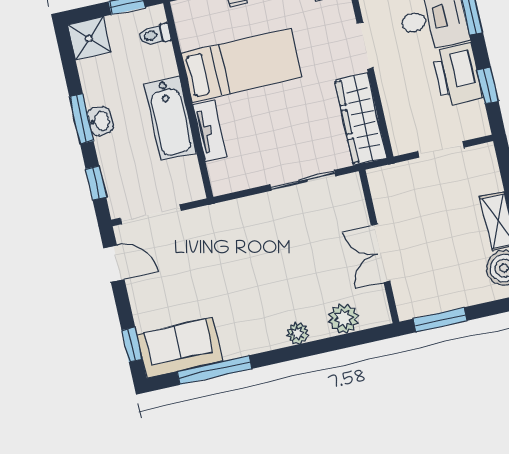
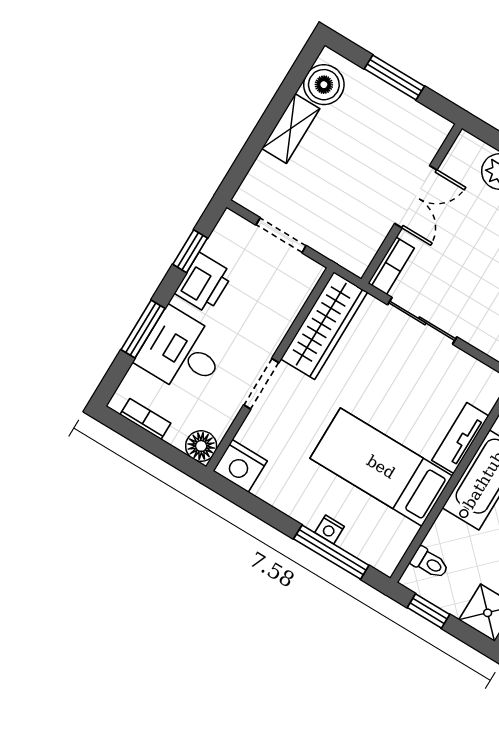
printer: (457, 75) -> (204, 283), width x0.73, depth x0.84
bookcase: (355, 196) -> (391, 266), added
window: (440, 320) -> (394, 77), moved

